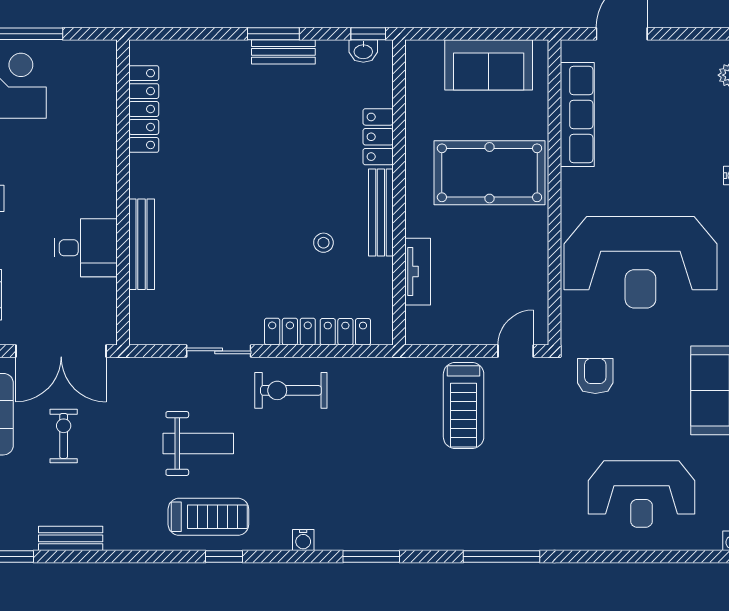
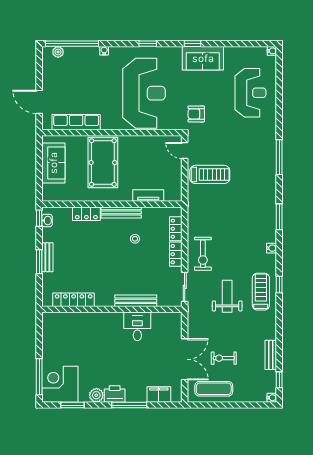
locker: (144, 109) -> (74, 300), moved
wall: (123, 192) -> (112, 309), moved
bench: (142, 244) -> (136, 301), moved
desk: (86, 248) -> (137, 326), moved

